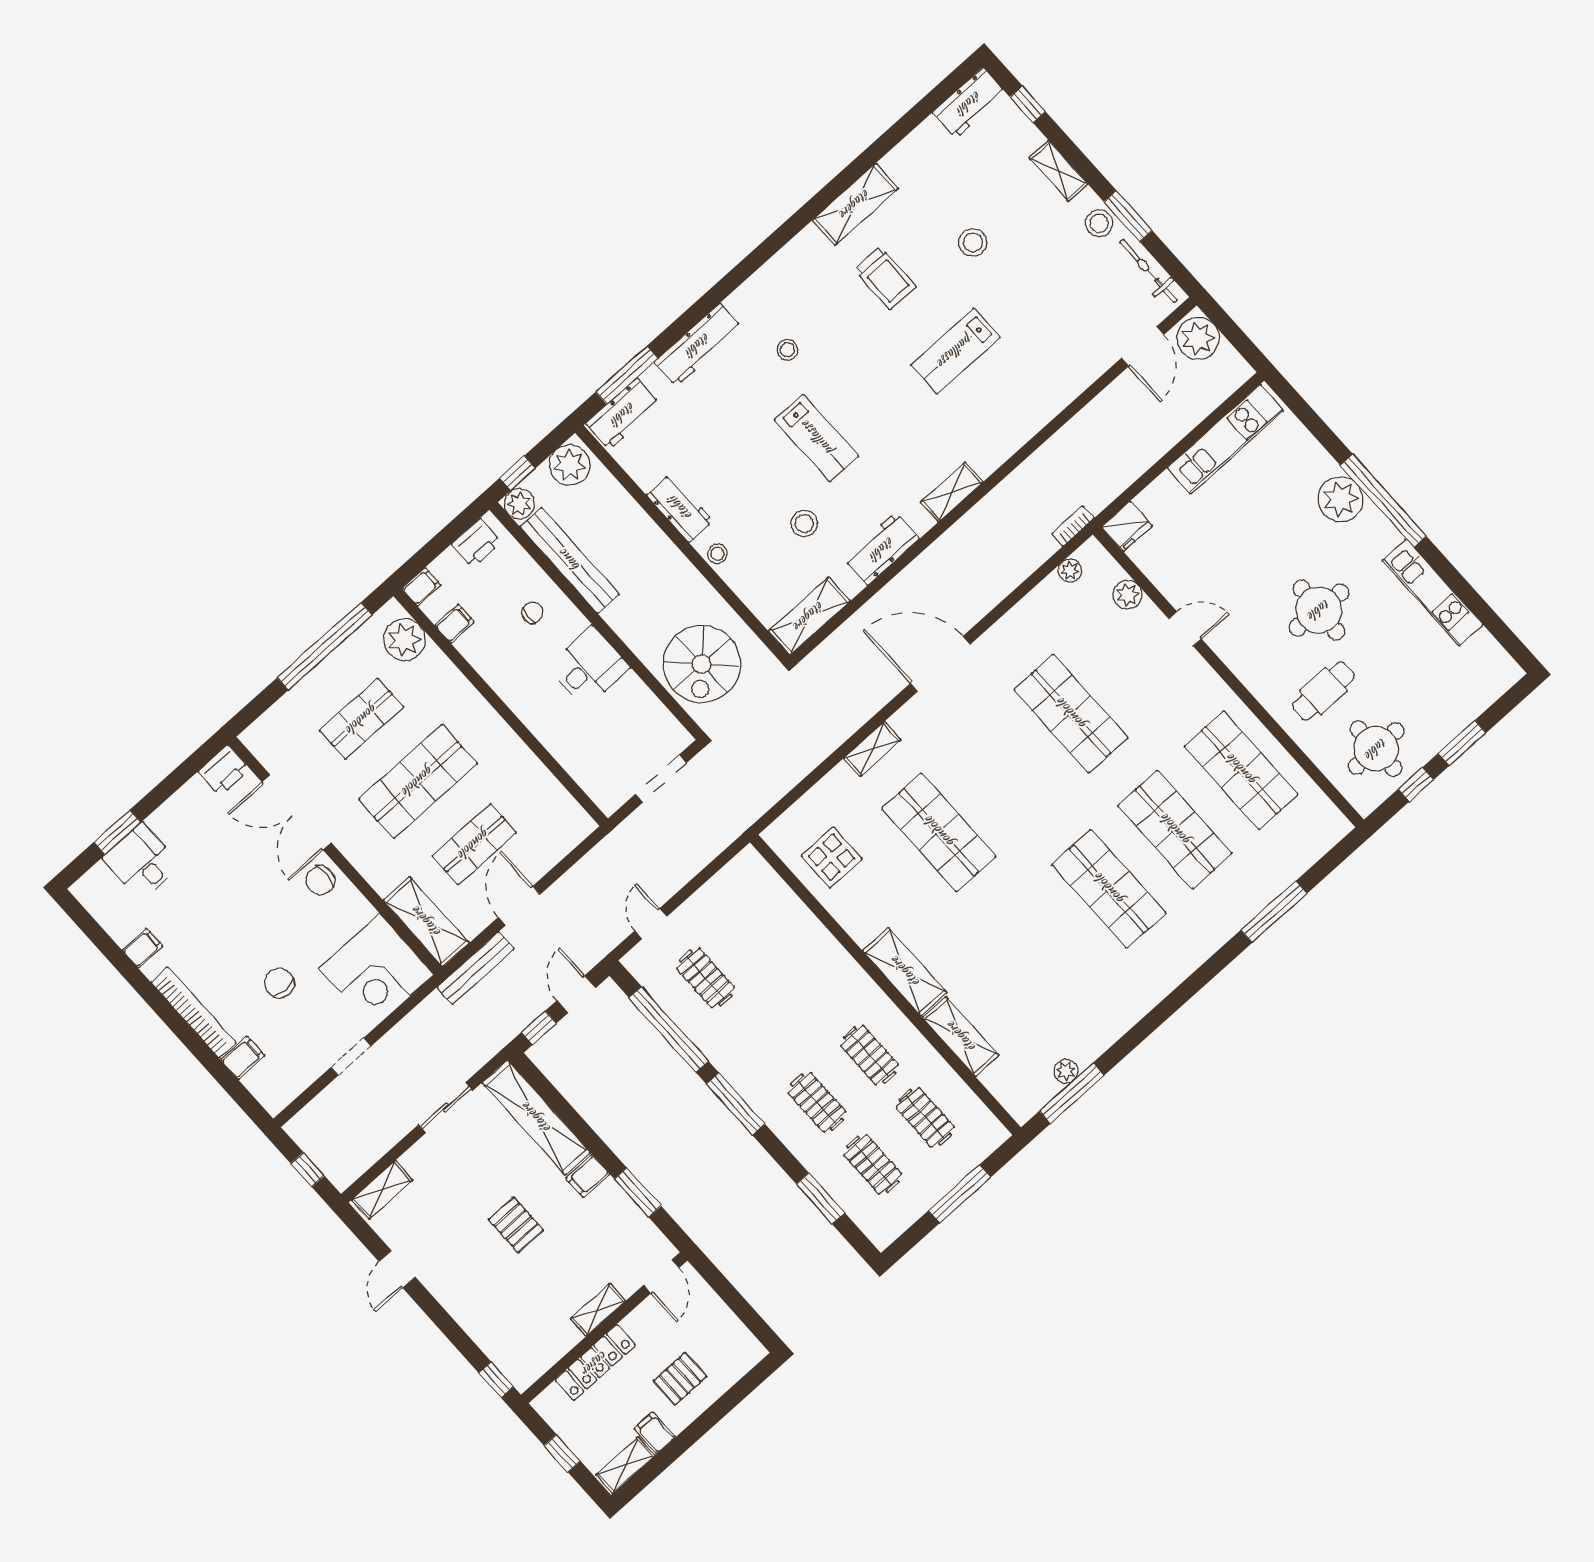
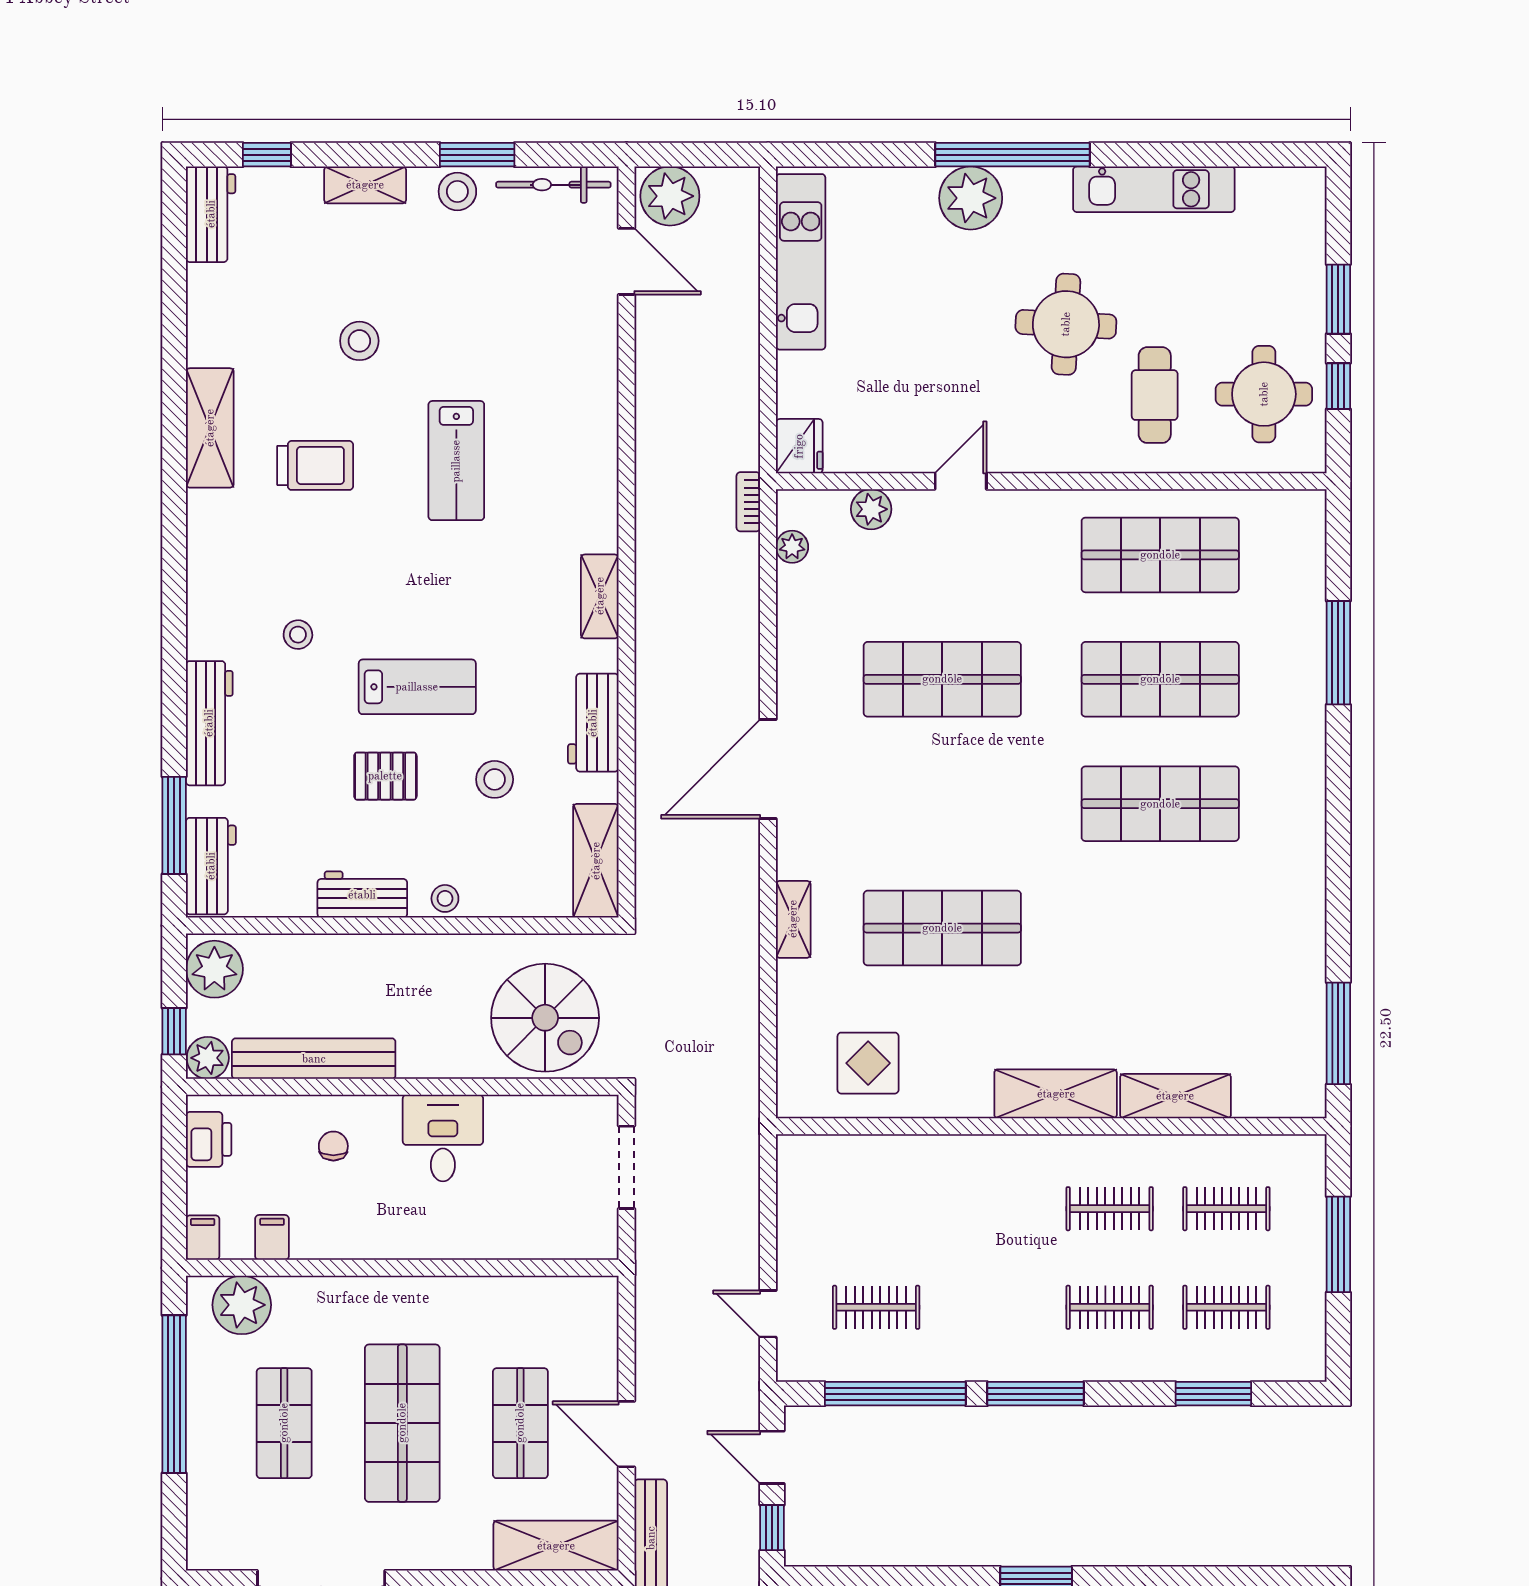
pallet: (754, 464) -> (385, 776), added
plant: (1066, 1071) -> (1310, 1019), removed

